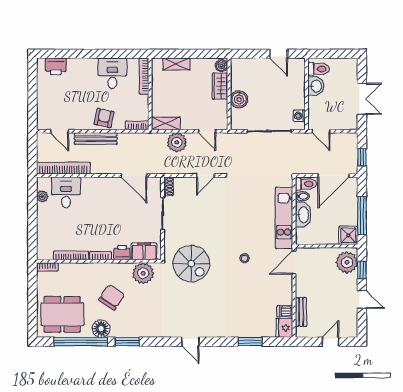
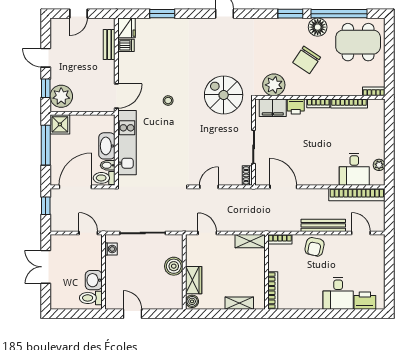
desk: (112, 73) -> (338, 293), moved
plant: (177, 142) -> (239, 221), removed

